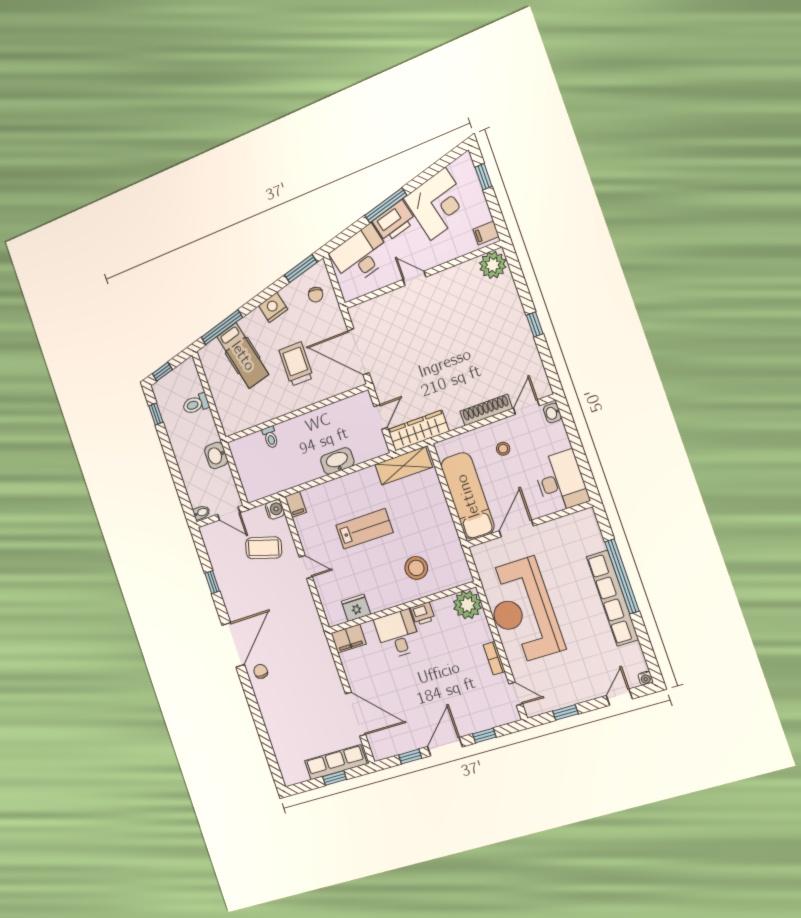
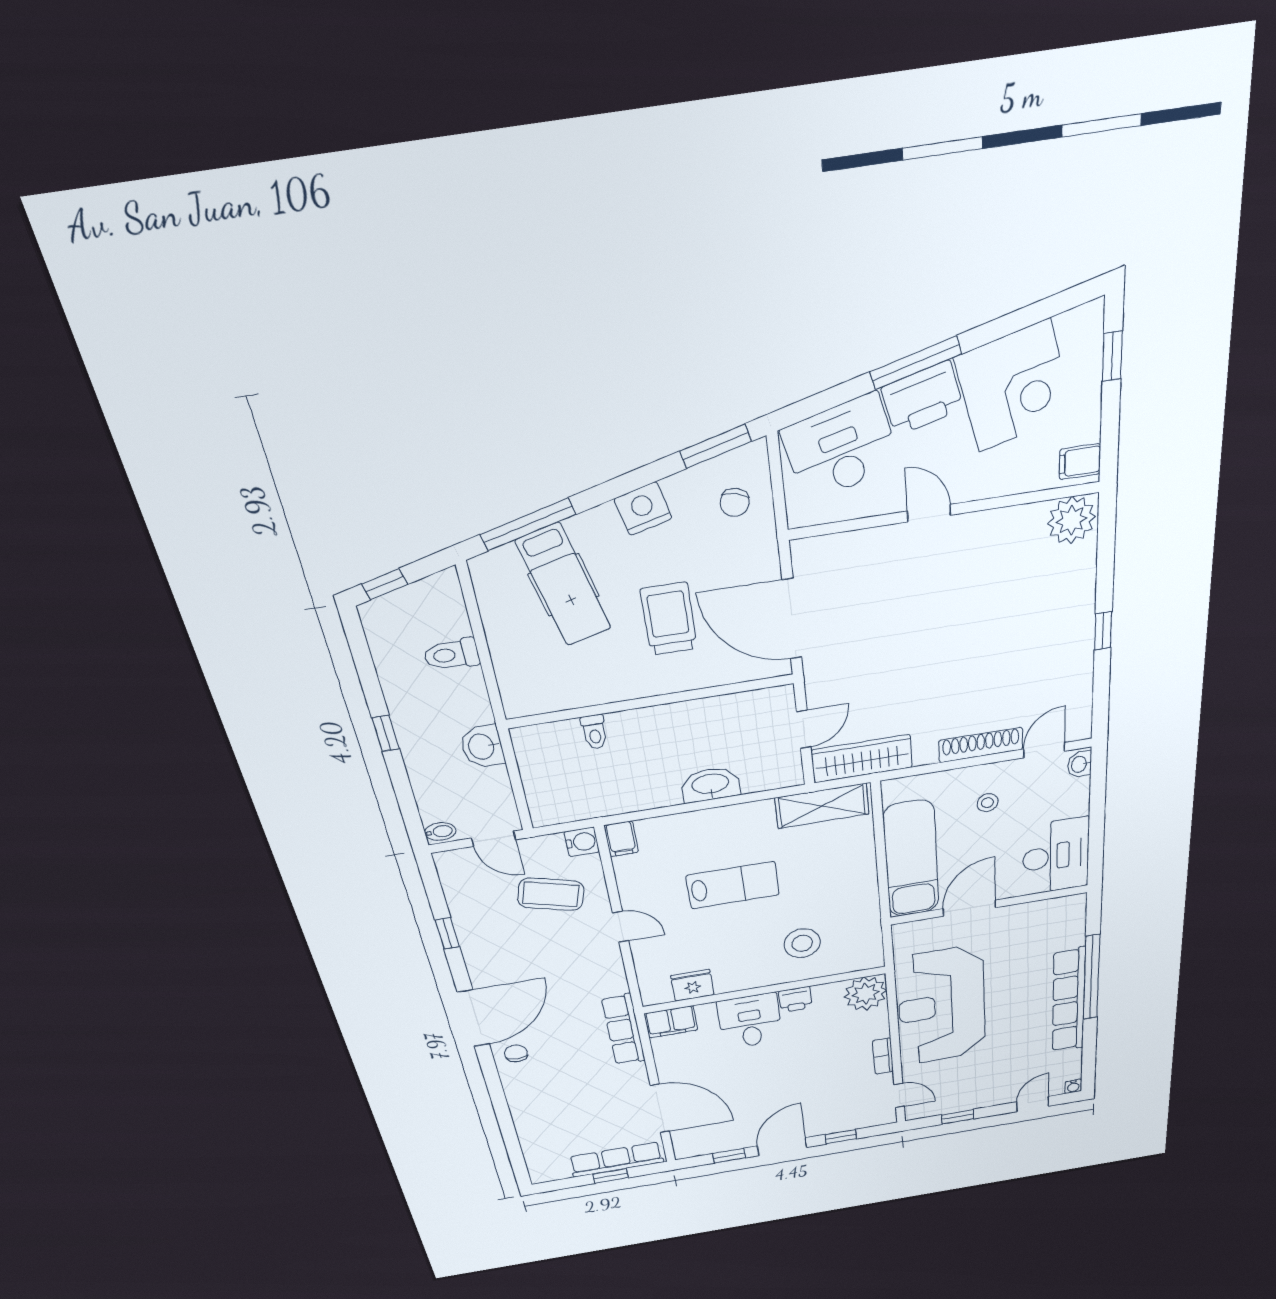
window: (156, 414) -> (386, 733), moved
row of seats: (321, 647) -> (623, 1030), added

